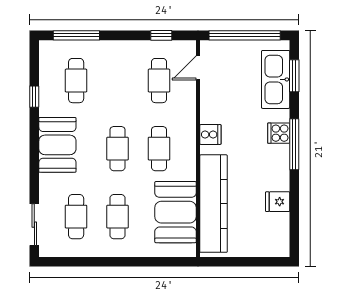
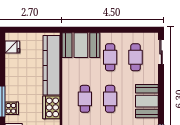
cooker: (210, 134) -> (51, 107), width x1.87, depth x1.31
fridge: (278, 202) -> (12, 47), moved
booth: (175, 212) -> (81, 45), moved, turned 90

